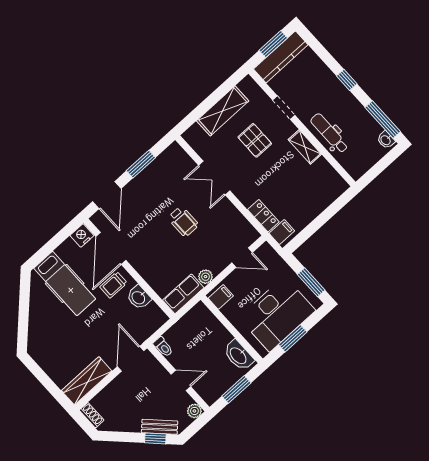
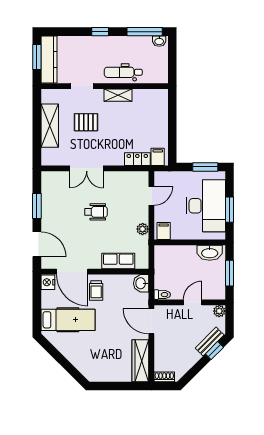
row of seats: (183, 294) -> (118, 261), moved, turned 90
washbasin: (139, 297) -> (141, 283), moved, turned 90

